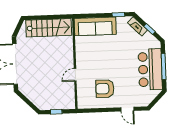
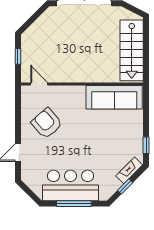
sofa: (95, 26) -> (114, 97), moved, turned -90
door: (75, 75) -> (39, 84), moved
armchair: (105, 89) -> (47, 123), turned -41

